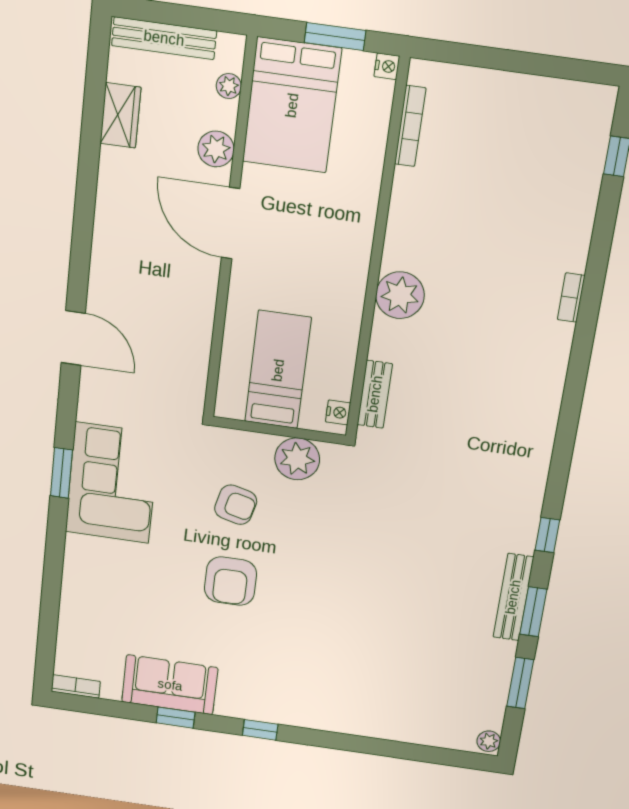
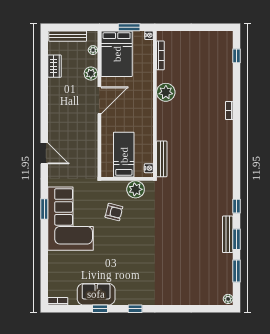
door: (231, 223) -> (99, 100), swing flipped
plant: (400, 295) -> (166, 92), moved
bench: (375, 394) -> (162, 159), width x1.36
corner sofa: (112, 483) -> (71, 219), width x1.36, depth x1.36
armchair: (230, 581) -> (116, 245), removed

